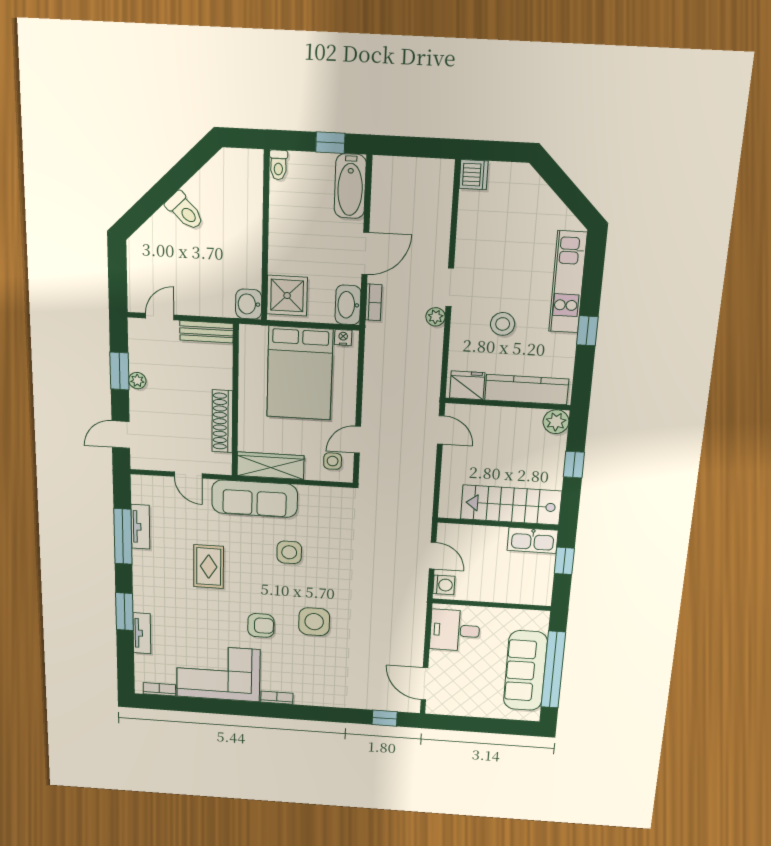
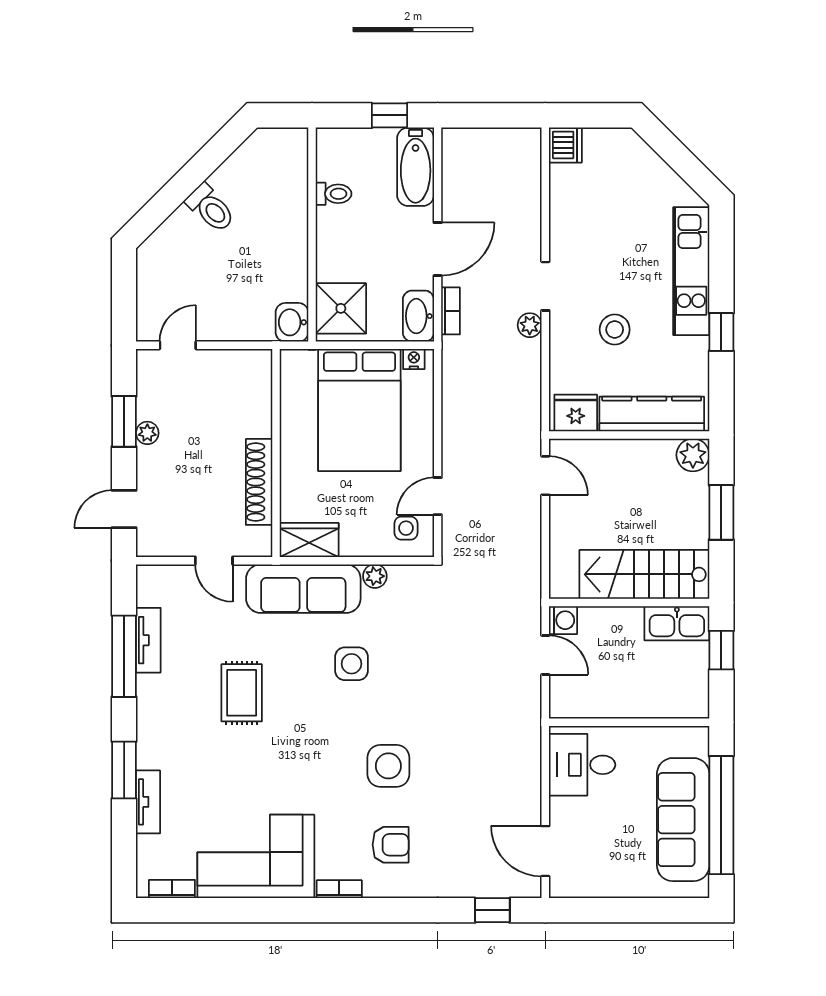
toilet: (278, 165) -> (333, 194), moved, turned -90
bench: (207, 332) -> (238, 362), removed
window: (574, 465) -> (721, 512), width x1.50
wardrobe: (270, 466) -> (309, 540), width x0.67
plant: (308, 493) -> (375, 576), added
washing machine: (444, 585) -> (563, 620), moved
armchair: (261, 625) -> (391, 845), moved

